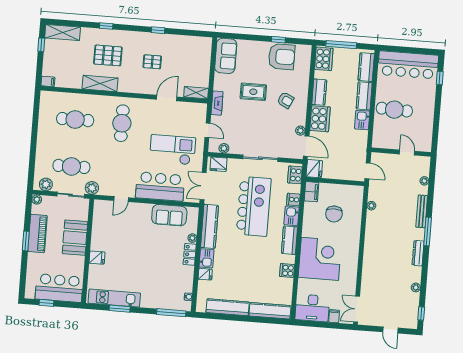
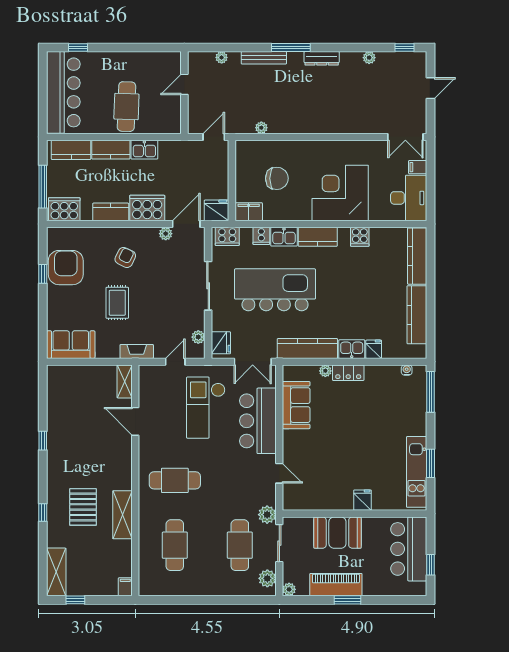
pallet: (152, 62) -> (87, 445), removed

